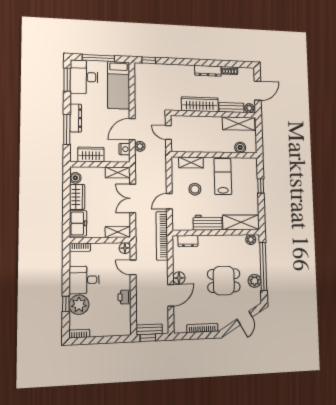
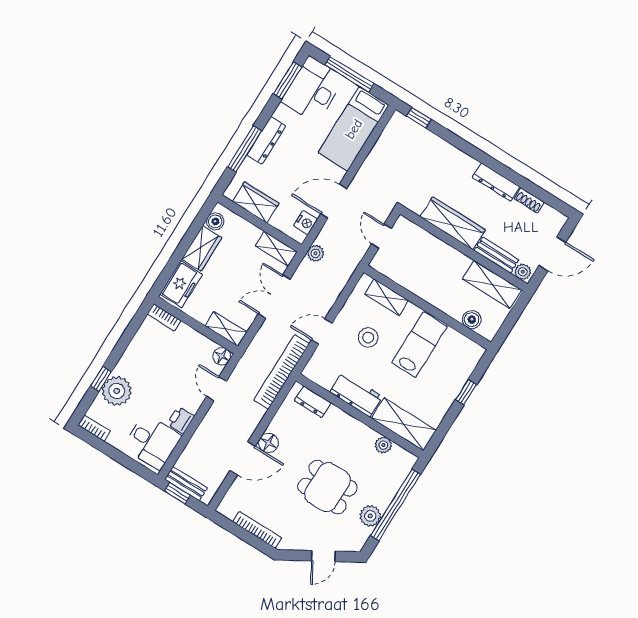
plant: (140, 146) -> (315, 253), moved
plant: (251, 240) -> (383, 445), moved
desk: (84, 280) -> (152, 442), moved, turned 180

